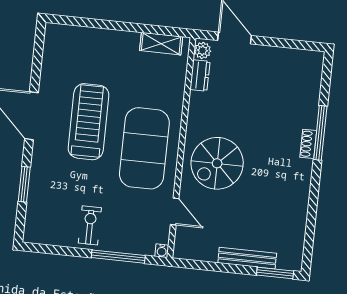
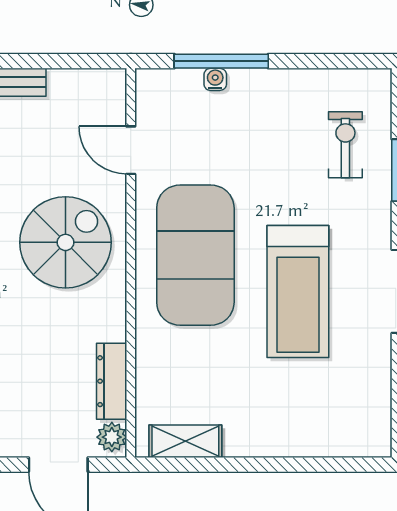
dresser: (200, 75) -> (112, 381), width x1.44
exercise bike: (90, 225) -> (345, 145), moved, turned 180
water cooler: (162, 251) -> (215, 79), moved

